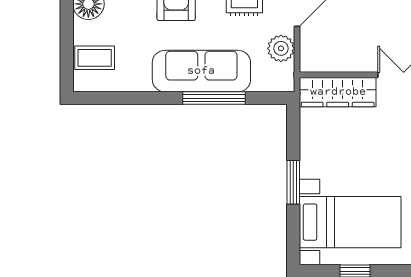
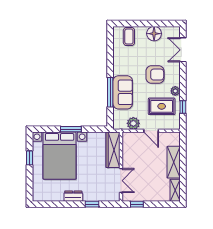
sofa: (201, 71) -> (123, 92), width x0.73
bed with nightstands: (350, 222) -> (60, 156), width x1.36

